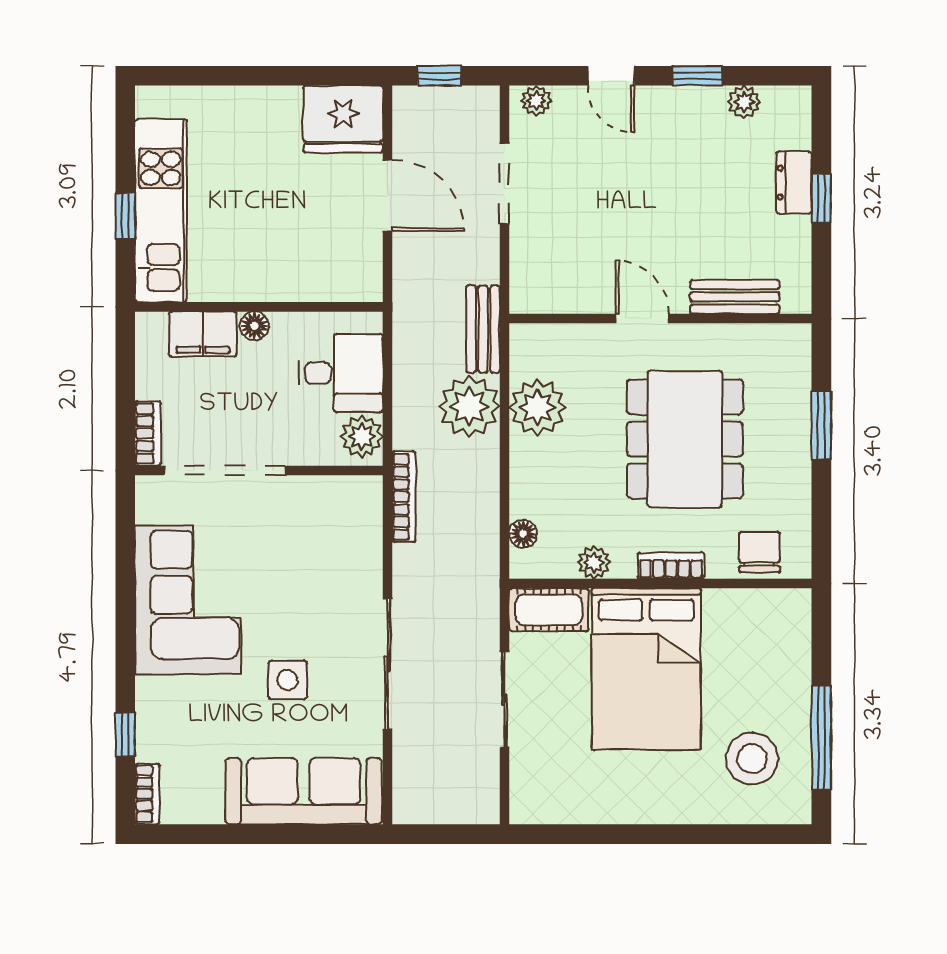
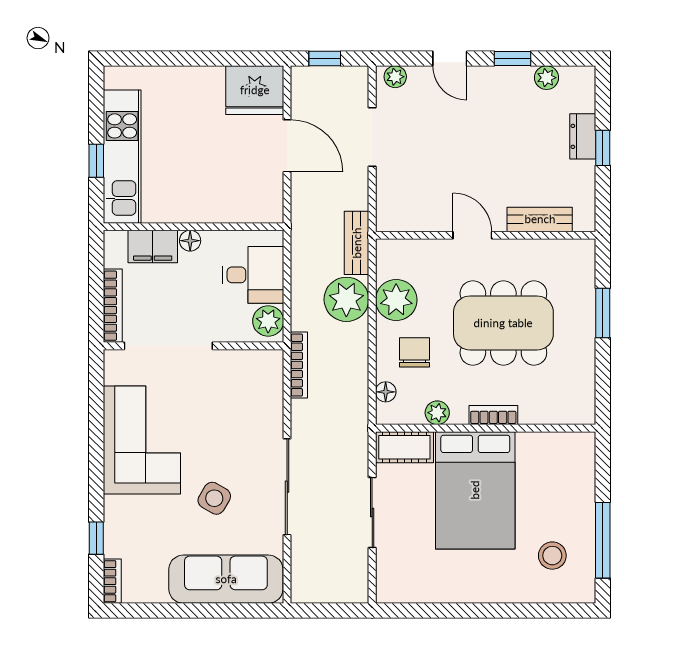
bookcase: (148, 433) -> (113, 306), width x1.56
dining table: (685, 439) -> (503, 323), turned 90
chair: (759, 552) -> (415, 352), moved
side table: (288, 680) -> (214, 498), turned 30
stool: (752, 759) -> (552, 556), width x0.73, depth x0.73

